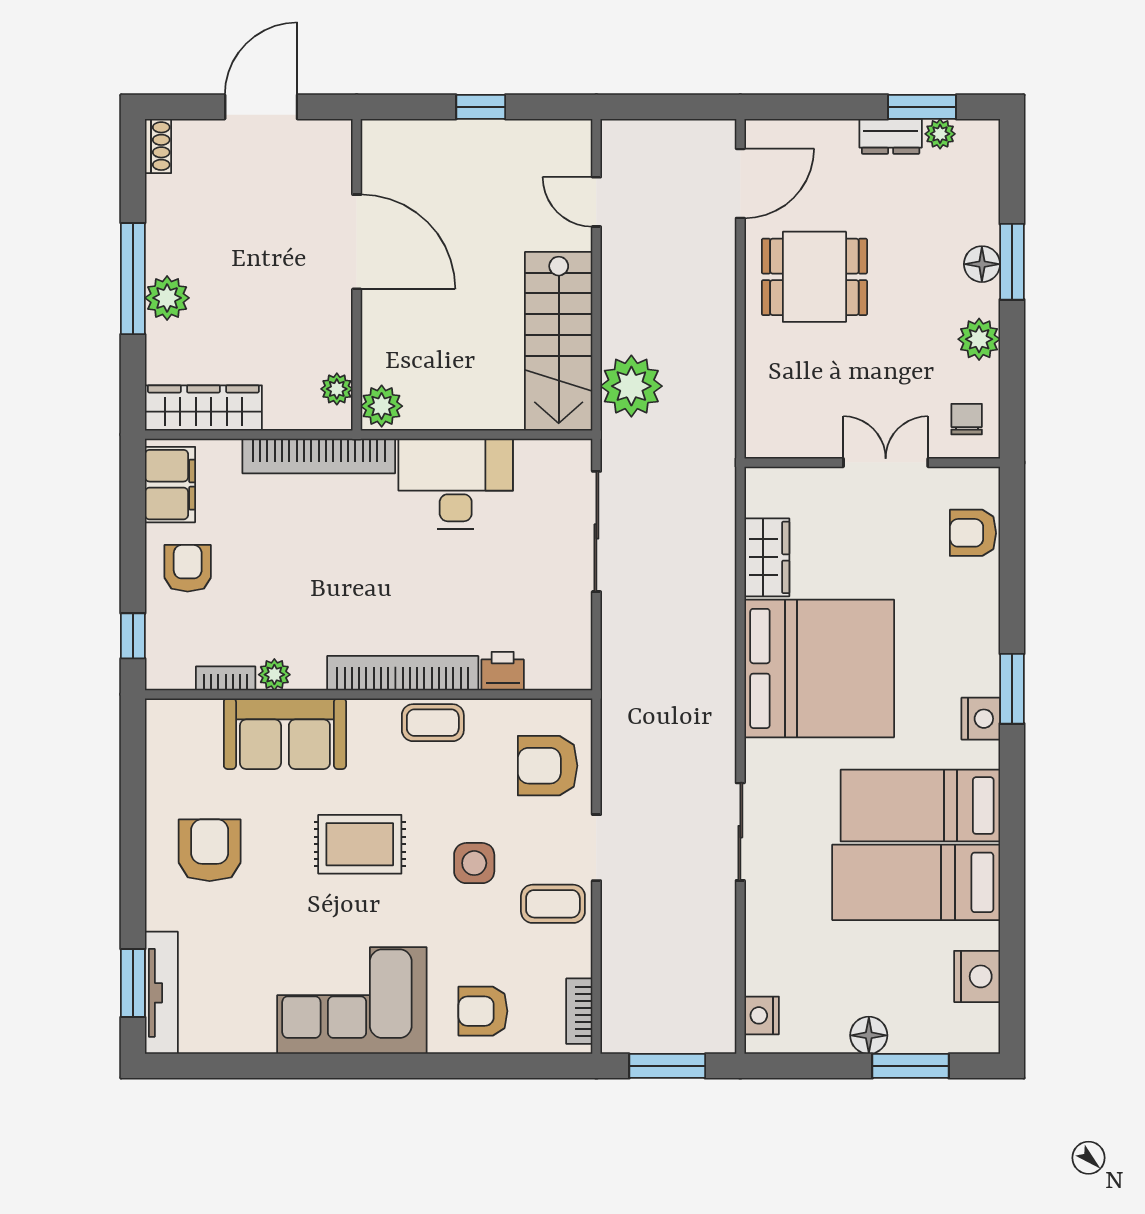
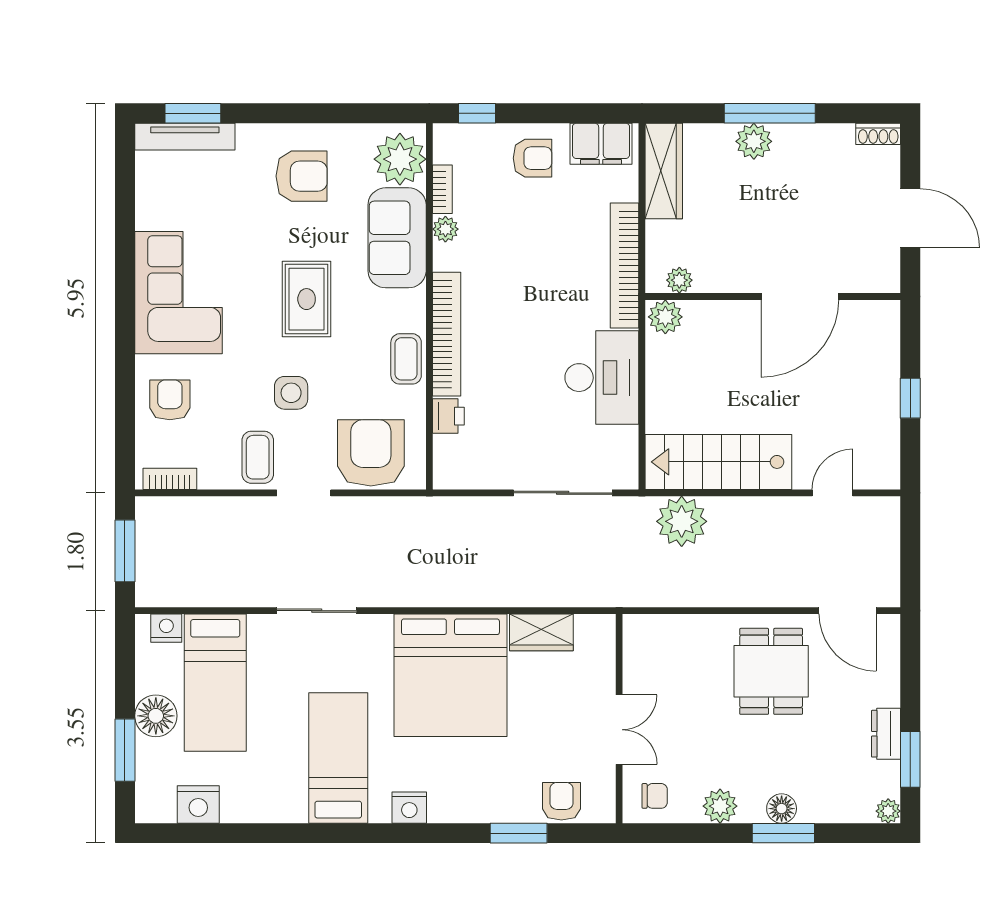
plant: (940, 134) -> (888, 811), moved
window: (1012, 689) -> (519, 833), moved
plant: (189, 730) -> (400, 159), added
armchair: (548, 766) -> (371, 453), width x1.36, depth x1.36
bed: (916, 882) -> (215, 683), moved, turned 180
floor lamp: (869, 1035) -> (156, 716), width x1.38, depth x1.38

